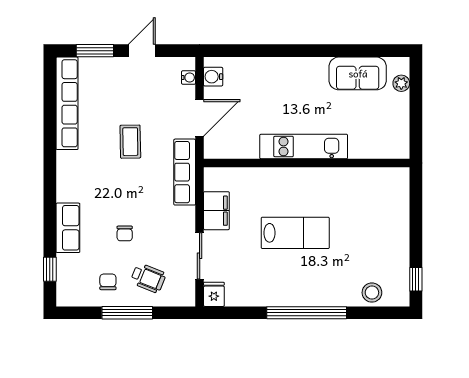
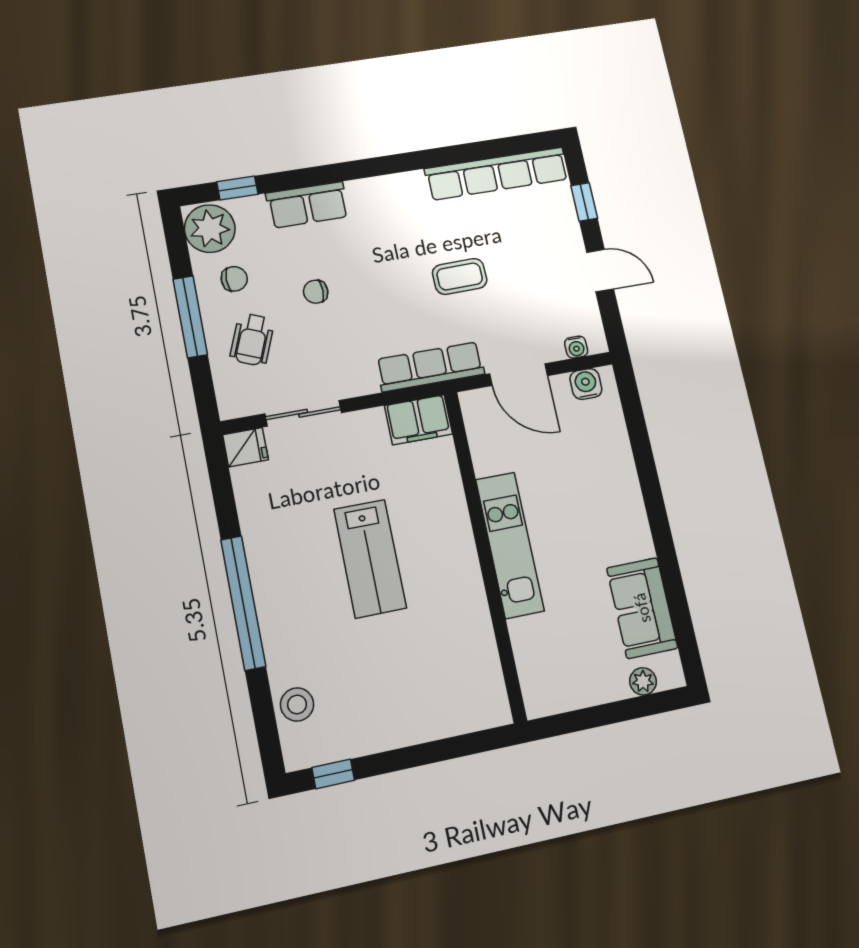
window: (95, 51) -> (584, 202), width x0.67
filing cabinet: (216, 211) -> (419, 420), moved
plant: (73, 291) -> (210, 229), added

